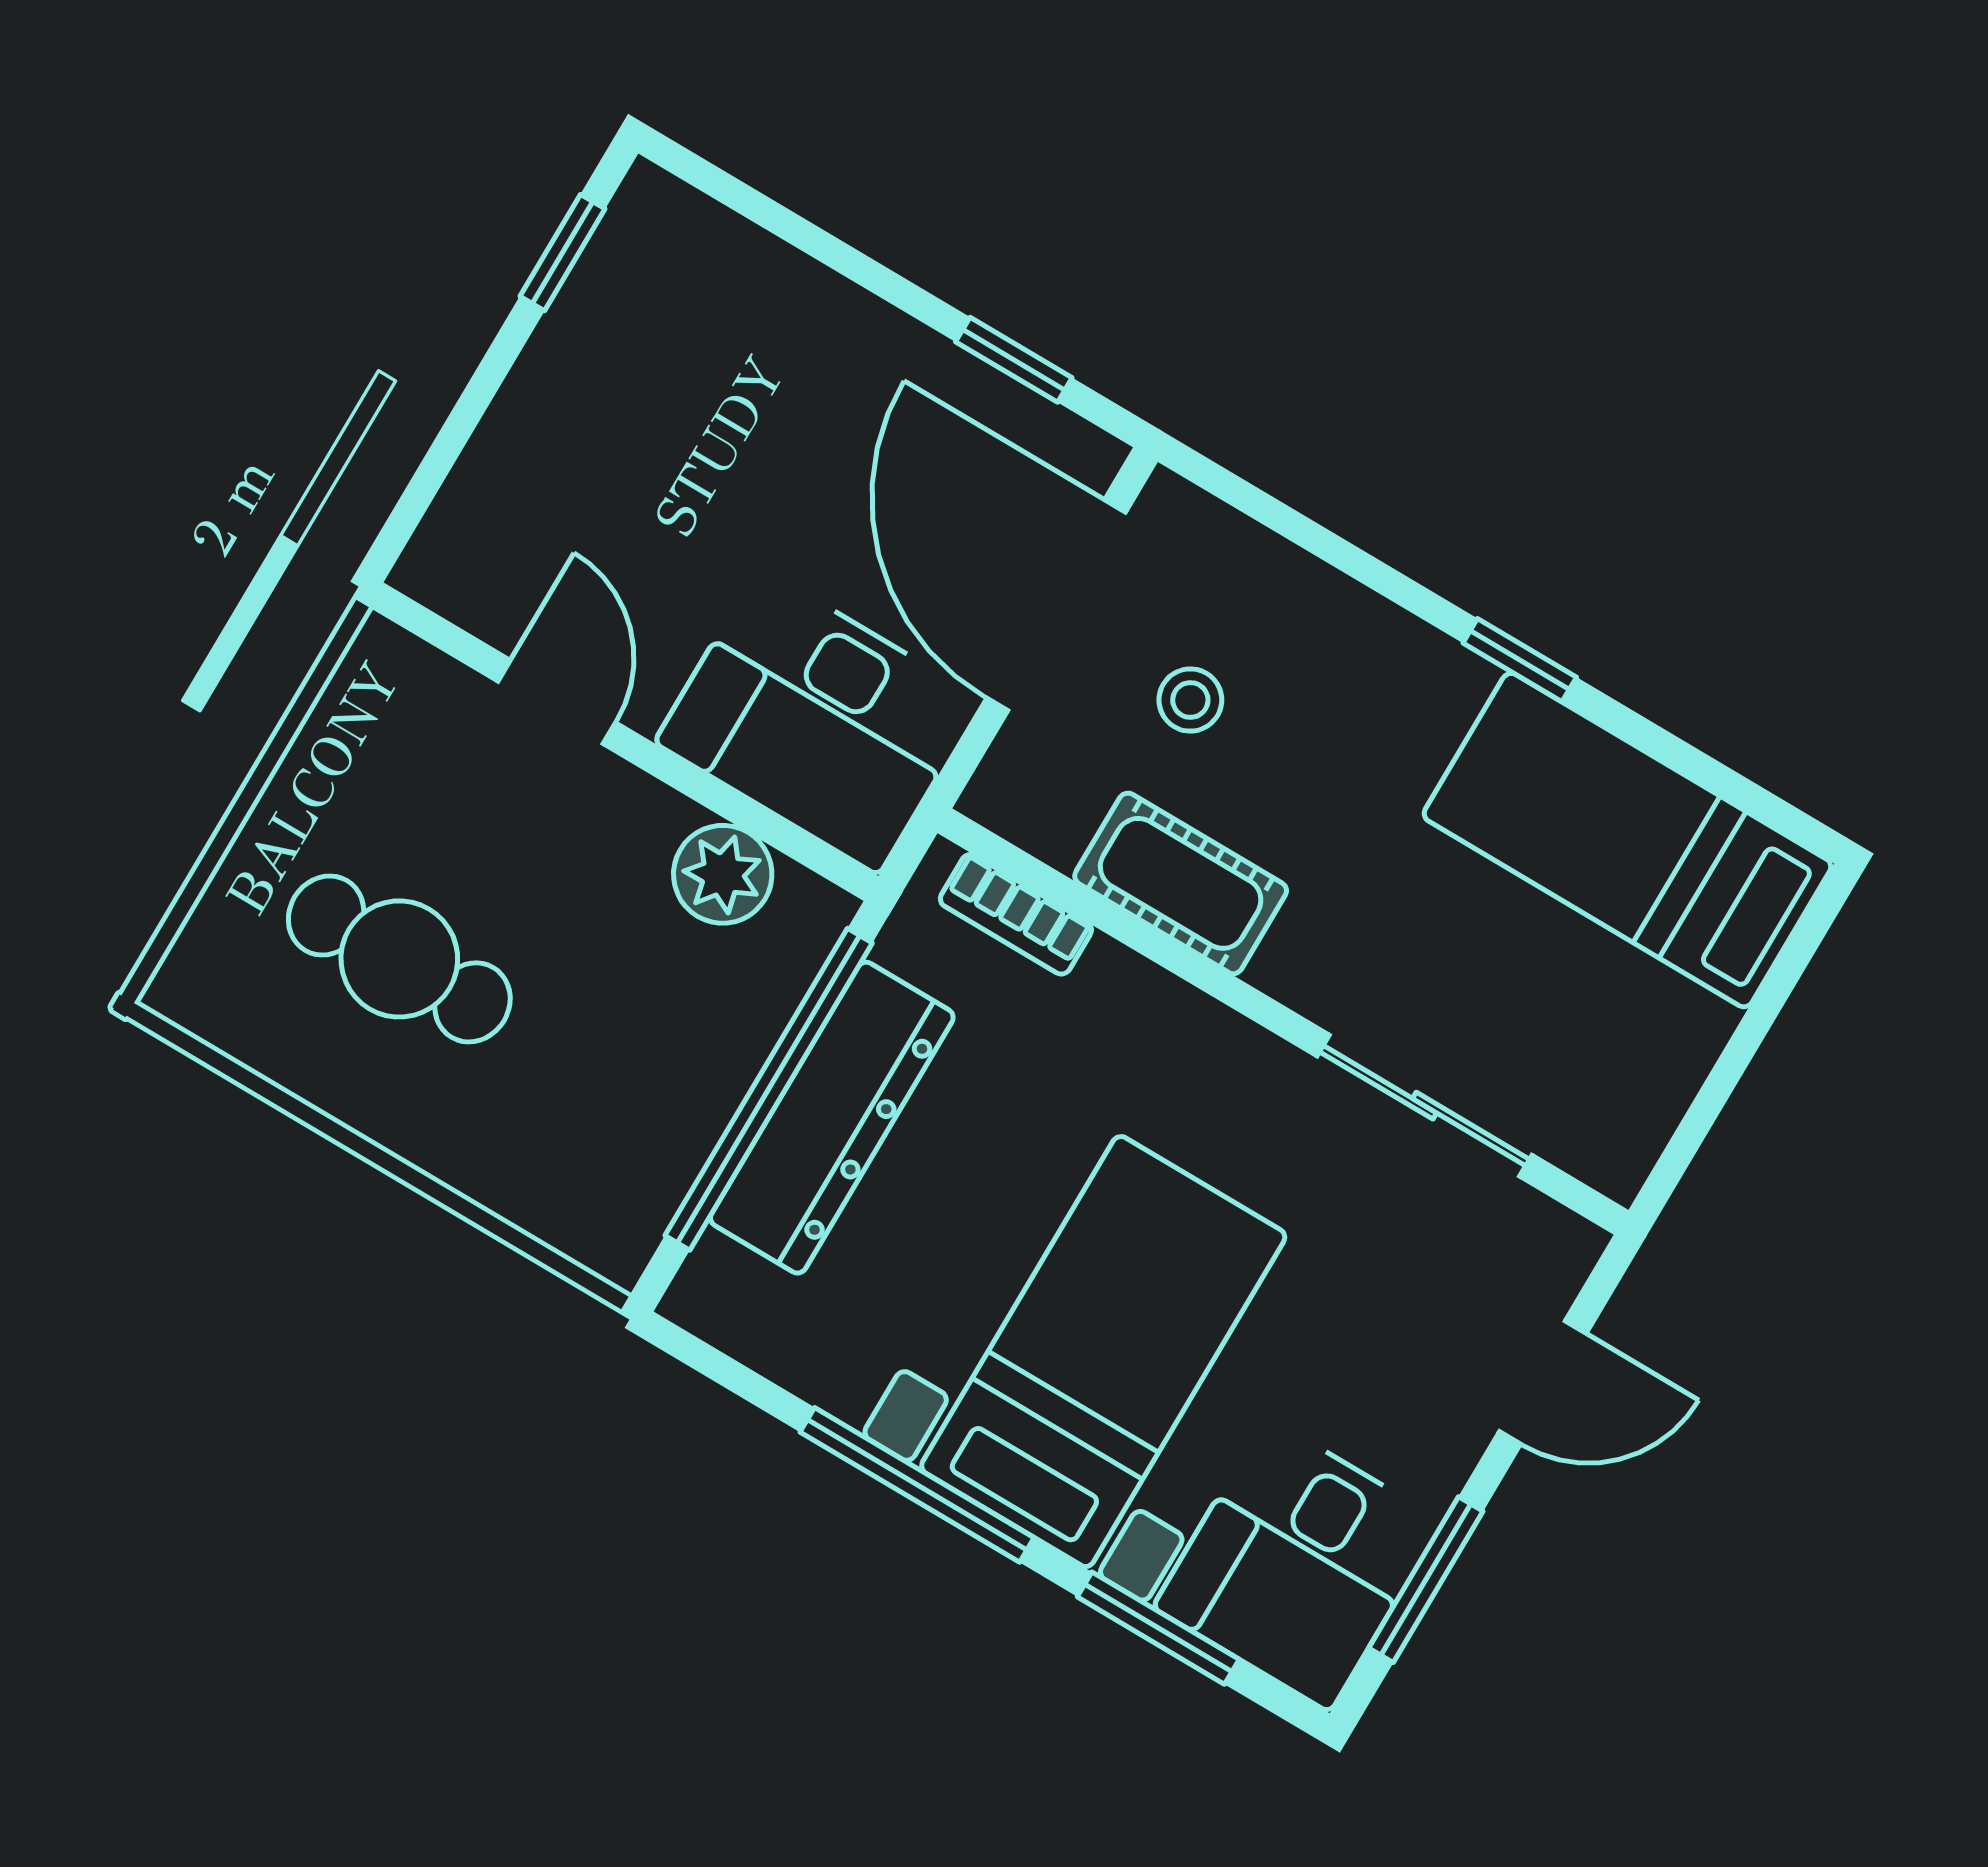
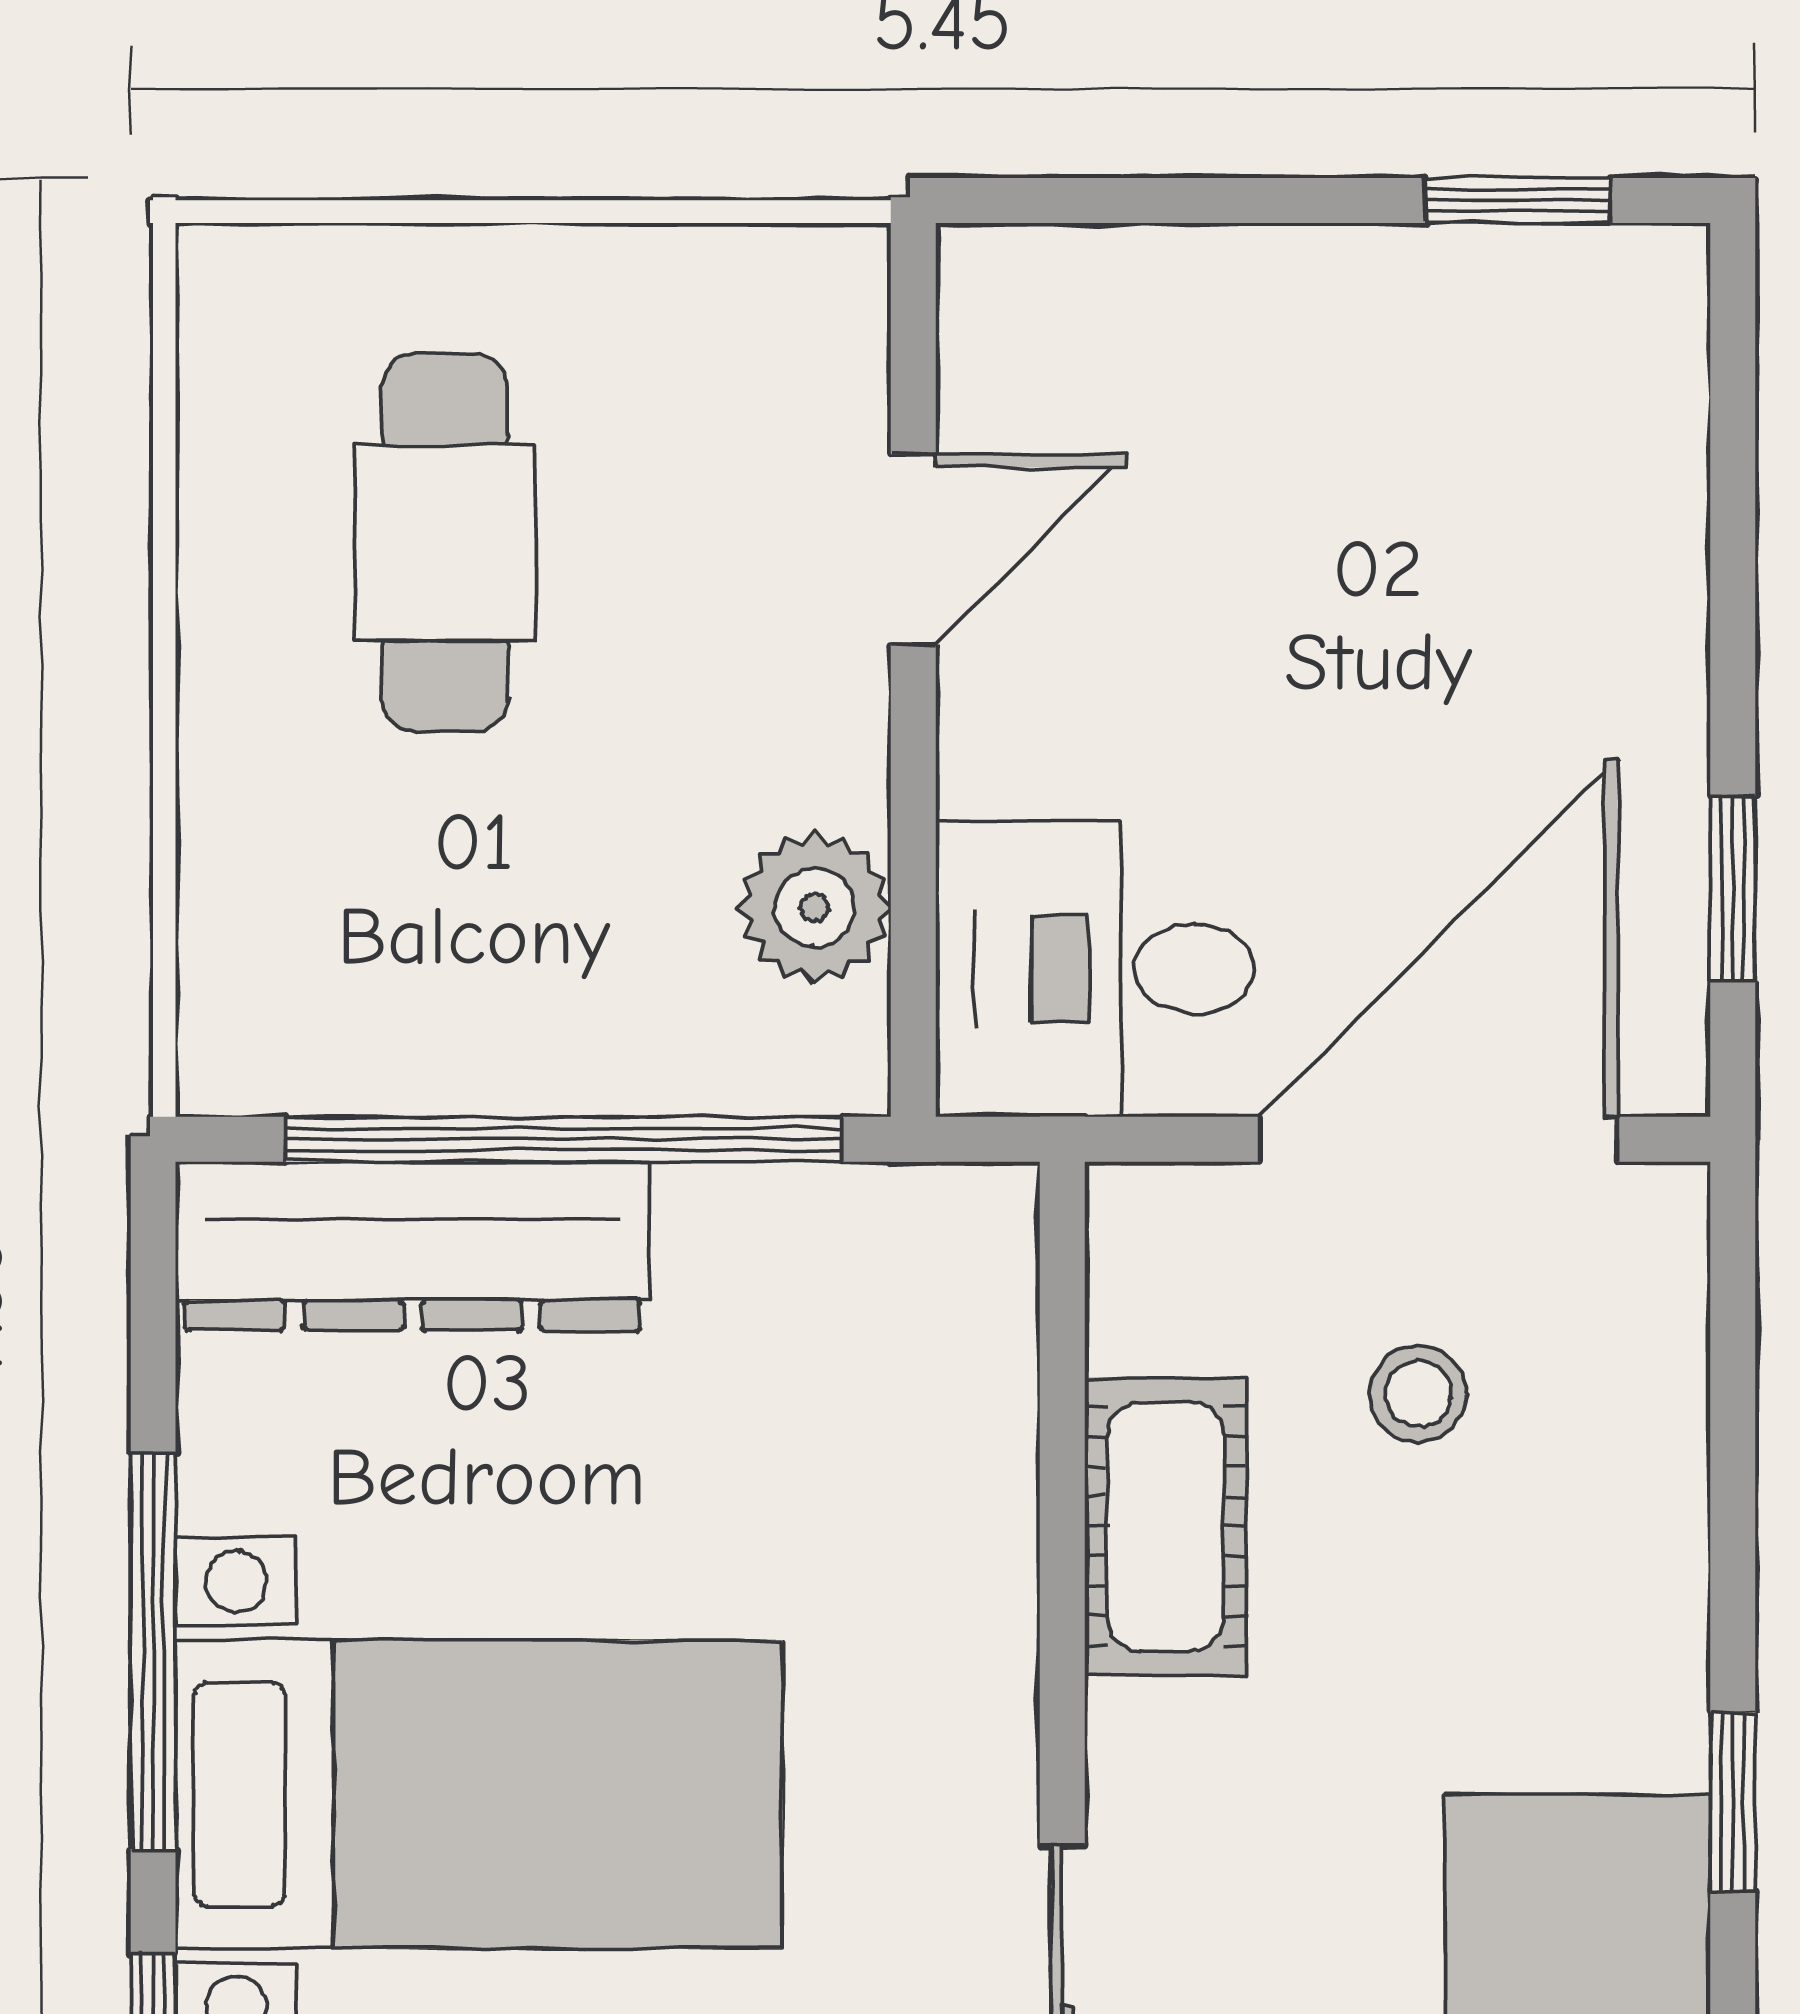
desk: (818, 721) -> (1095, 969), width x0.73
bookcase: (1016, 914) -> (994, 1331), removed
dresser: (832, 1118) -> (412, 1246), moved

